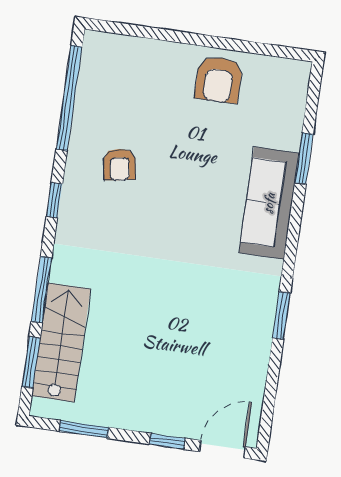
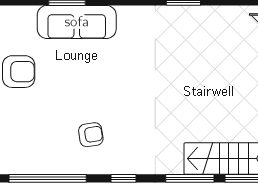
sofa: (269, 203) -> (77, 22), moved

